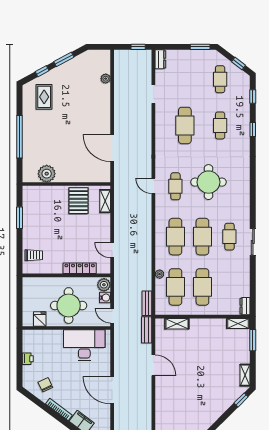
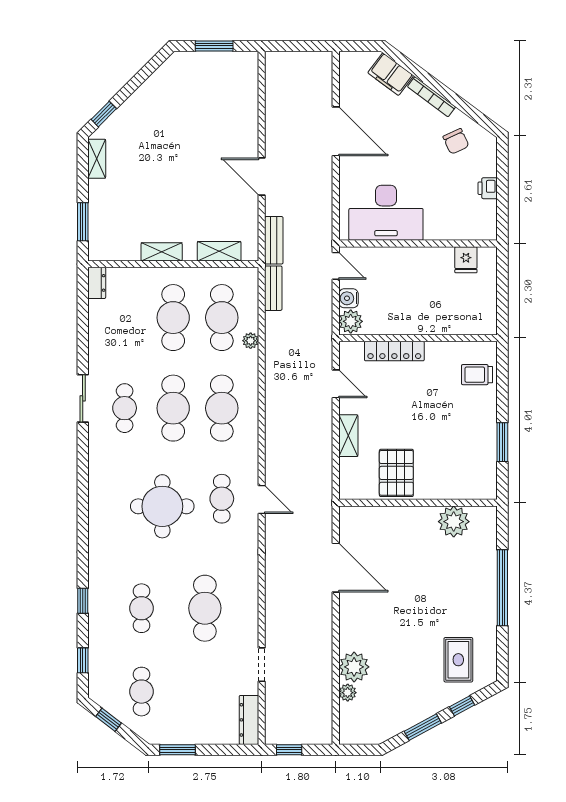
dresser: (160, 59) -> (249, 720), width x1.44
plant: (102, 93) -> (354, 667), added
shelving: (105, 201) -> (348, 436), moved
round table: (69, 306) -> (414, 284), removed
shelving: (238, 323) -> (162, 252), moved

